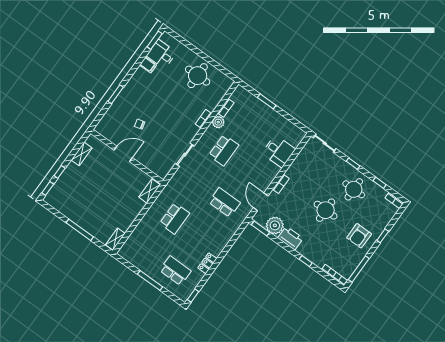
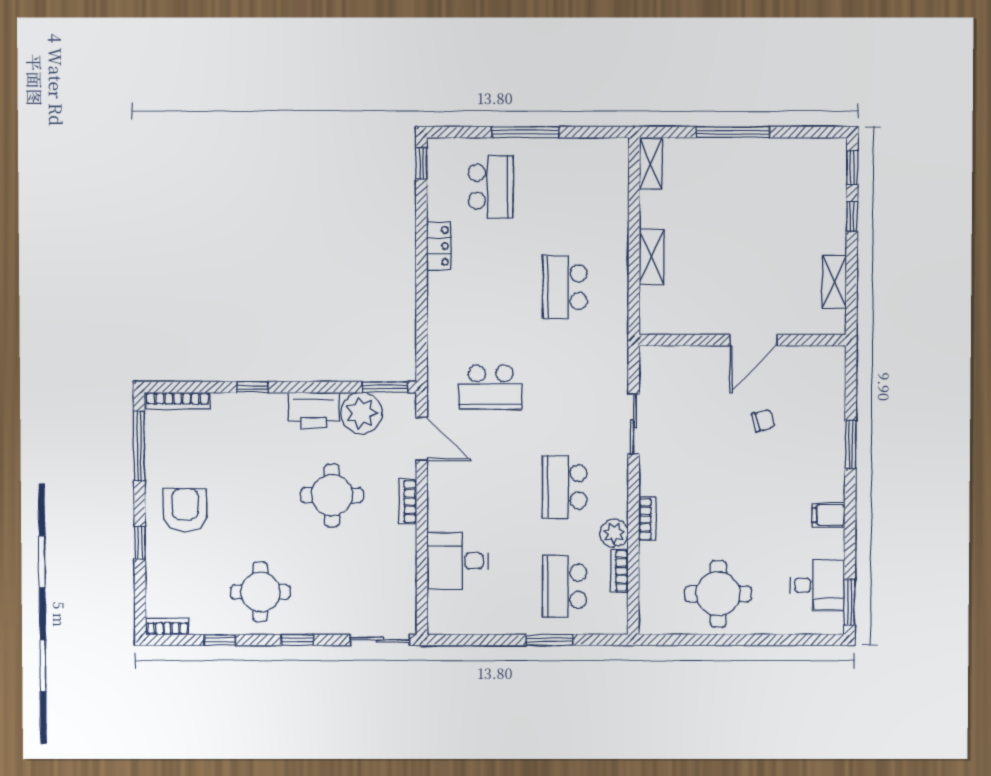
filing cabinet: (148, 65) -> (828, 515), moved
school desk: (248, 116) -> (565, 586), added
shelving: (149, 191) -> (652, 257), moved
round table: (326, 210) -> (332, 495), moved
school desk: (175, 271) -> (491, 187), turned -90

